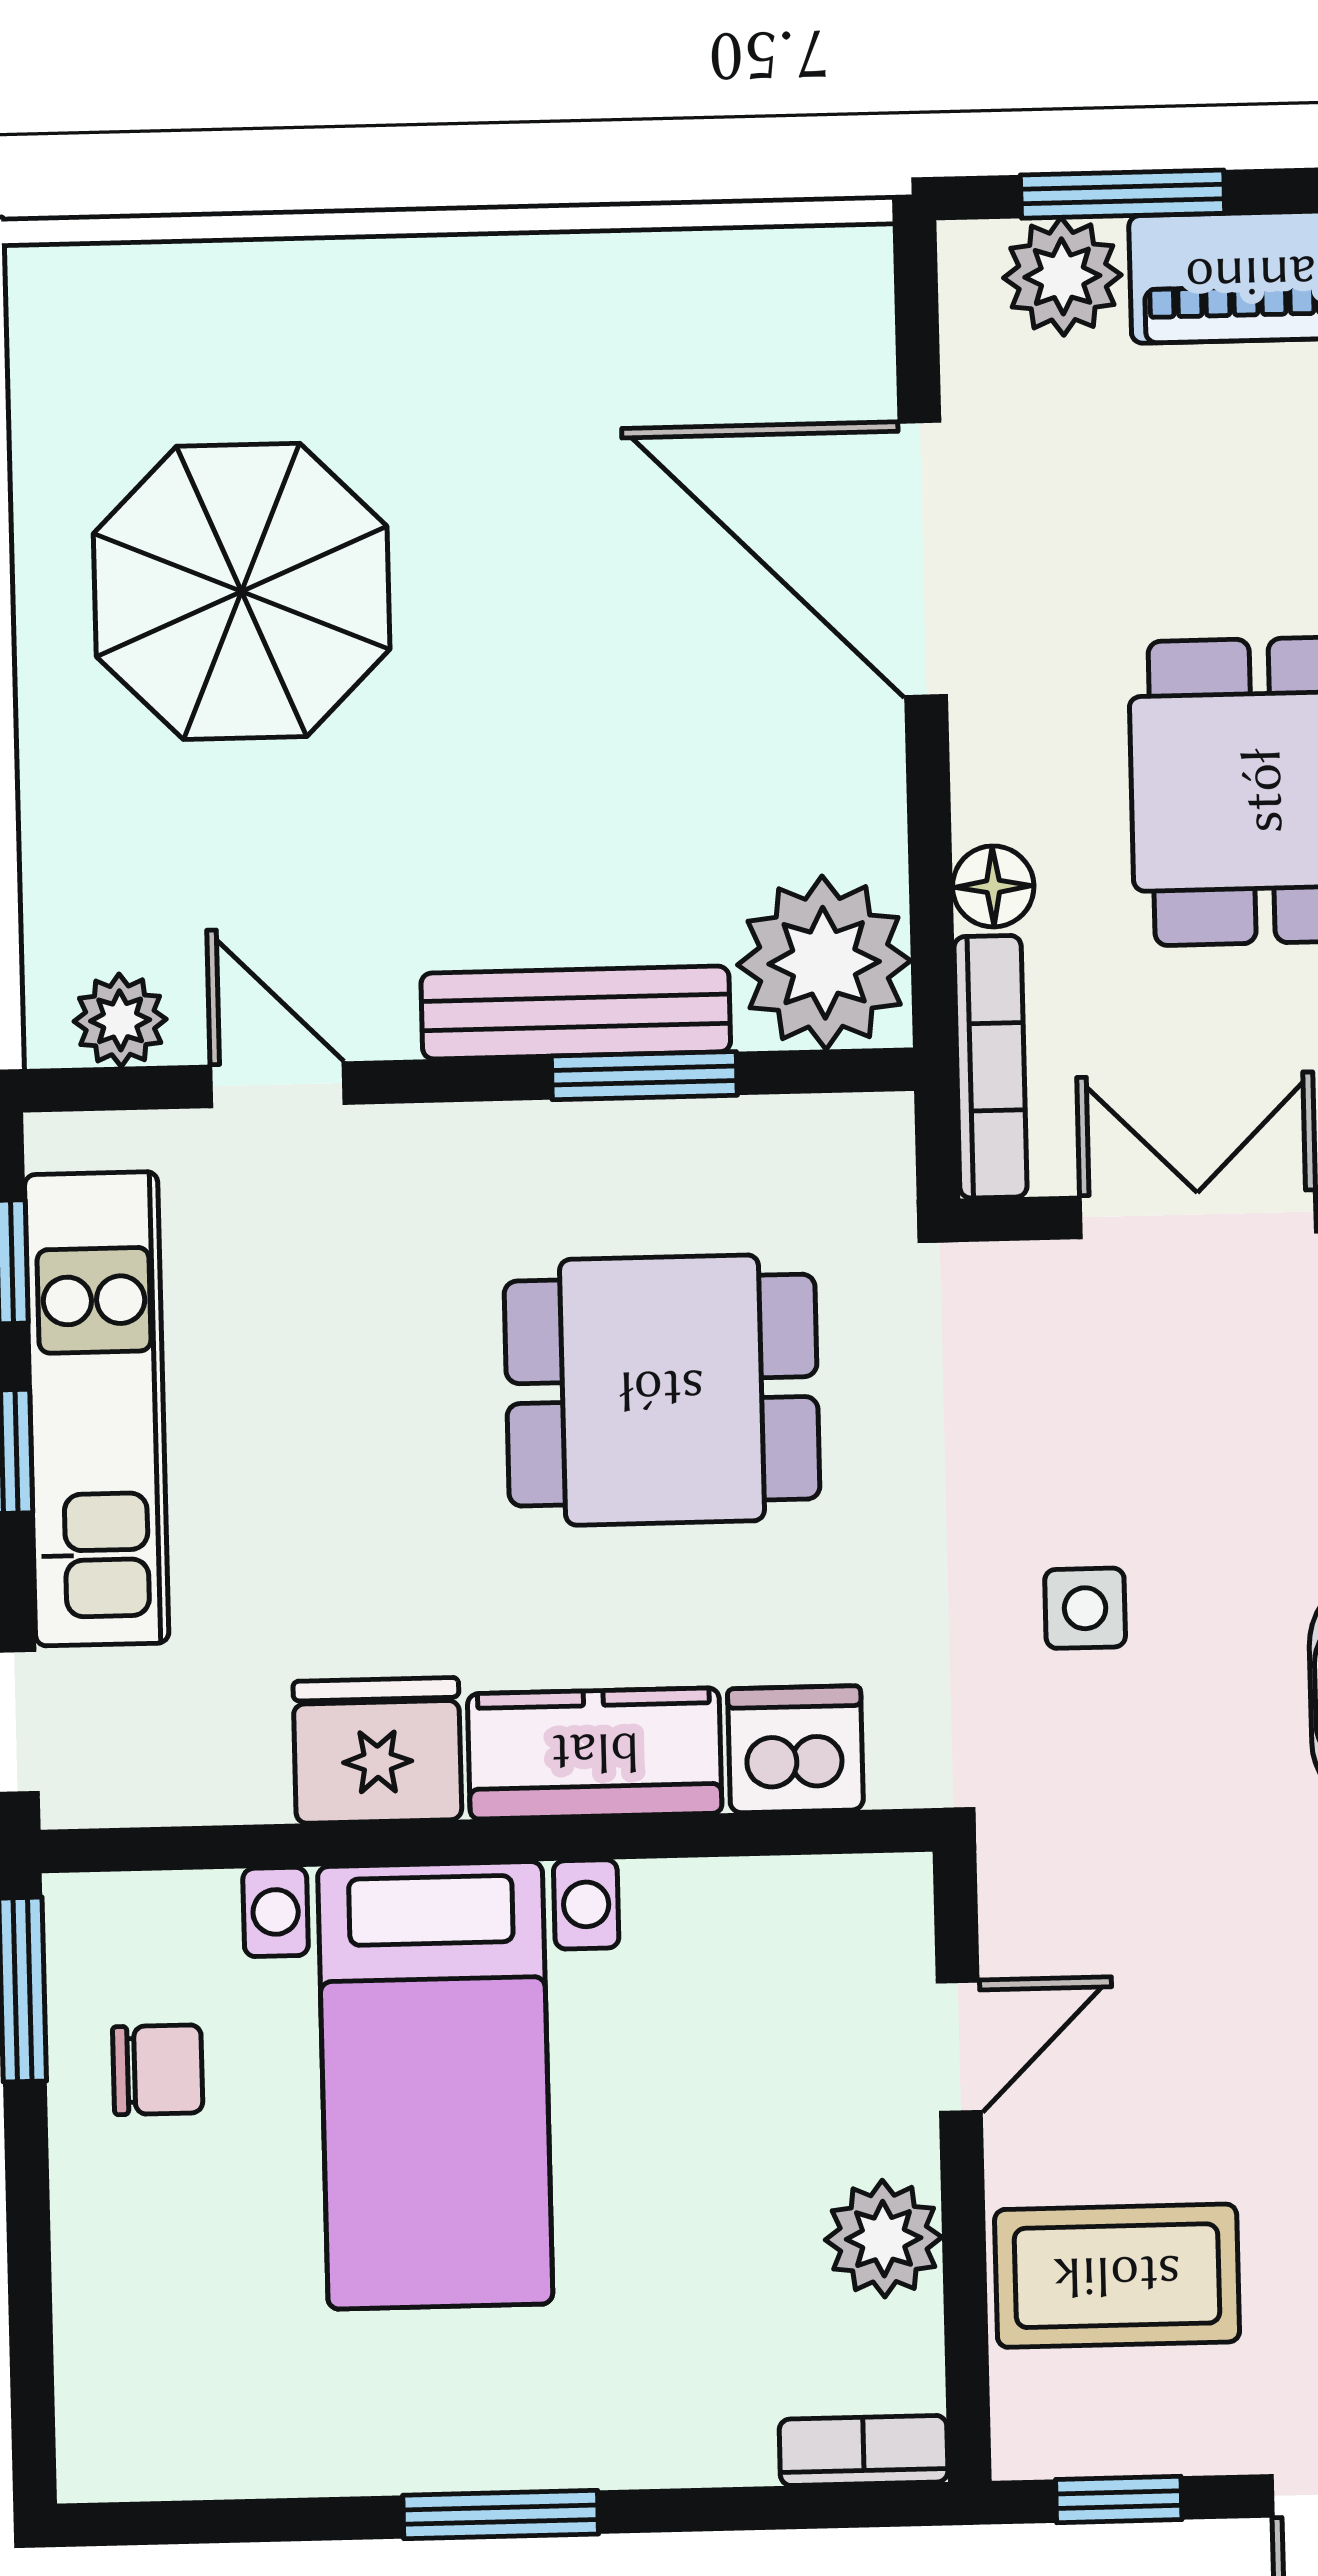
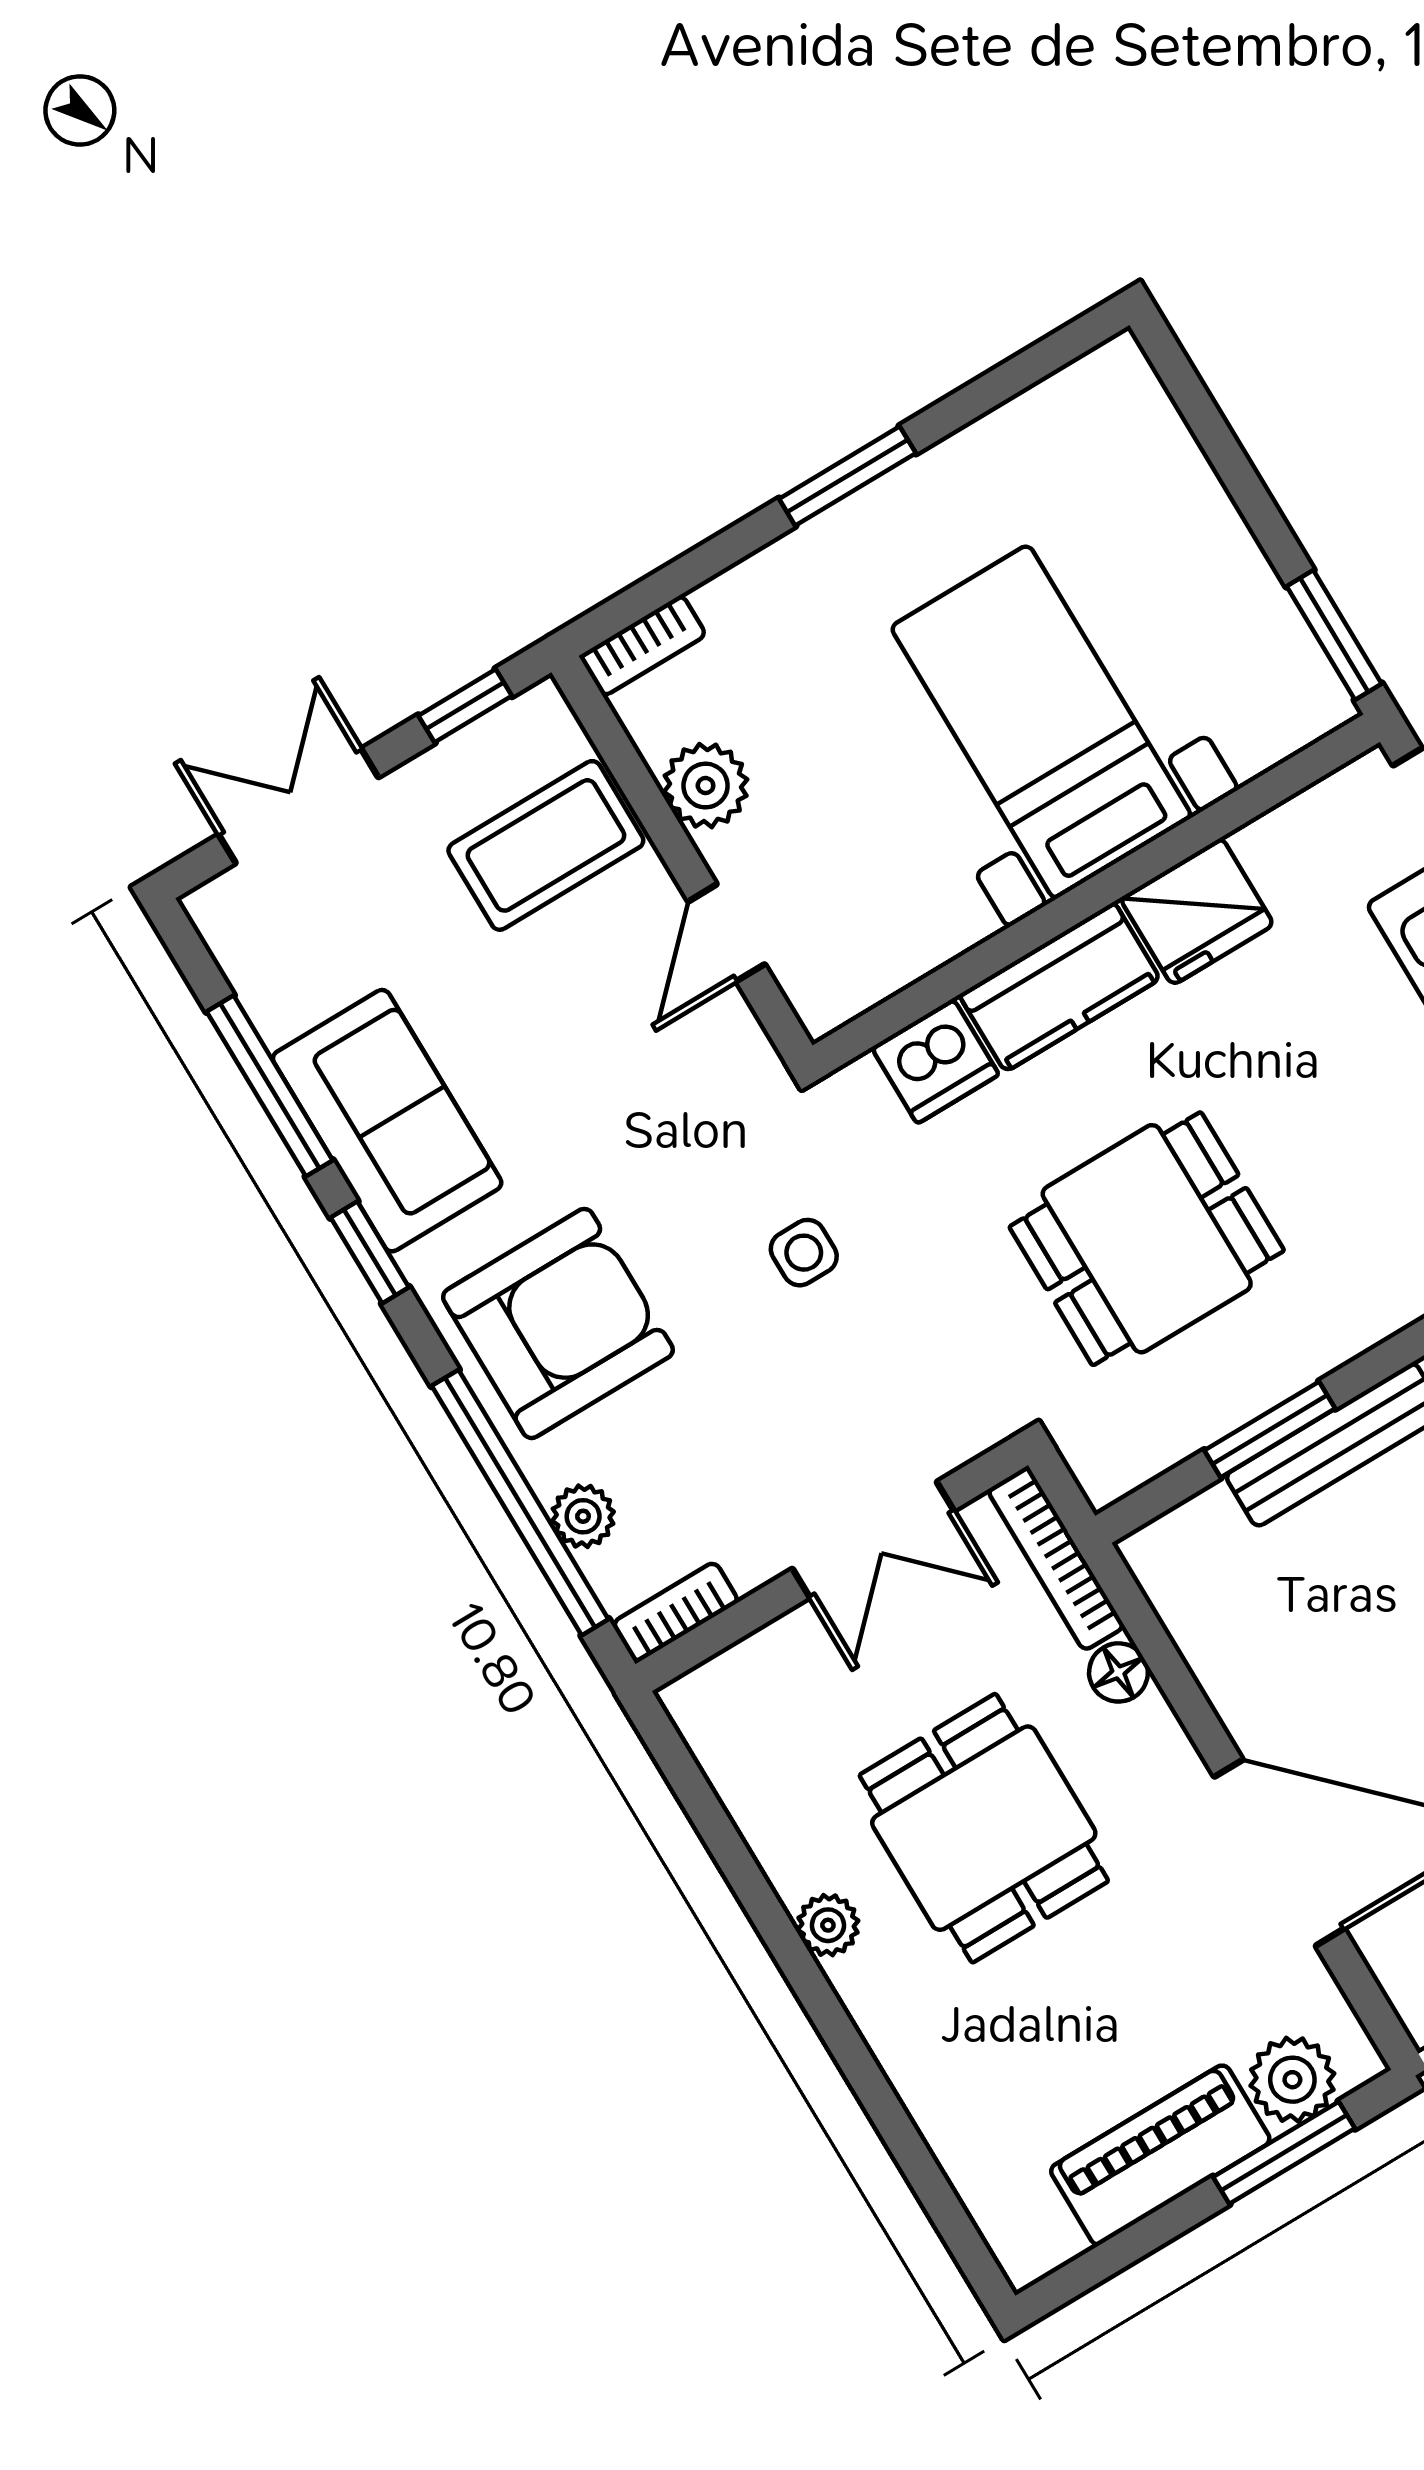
plant: (824, 963) -> (1197, 1564), removed
chair: (158, 2070) -> (1221, 633), removed

